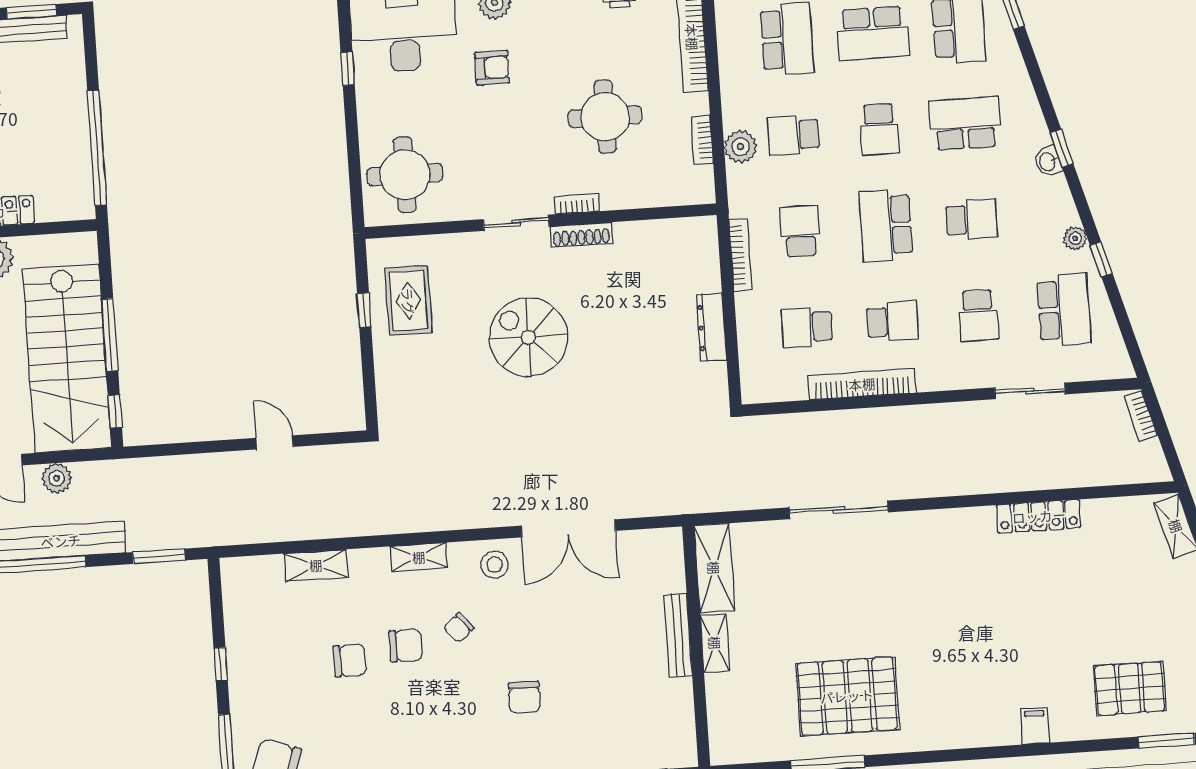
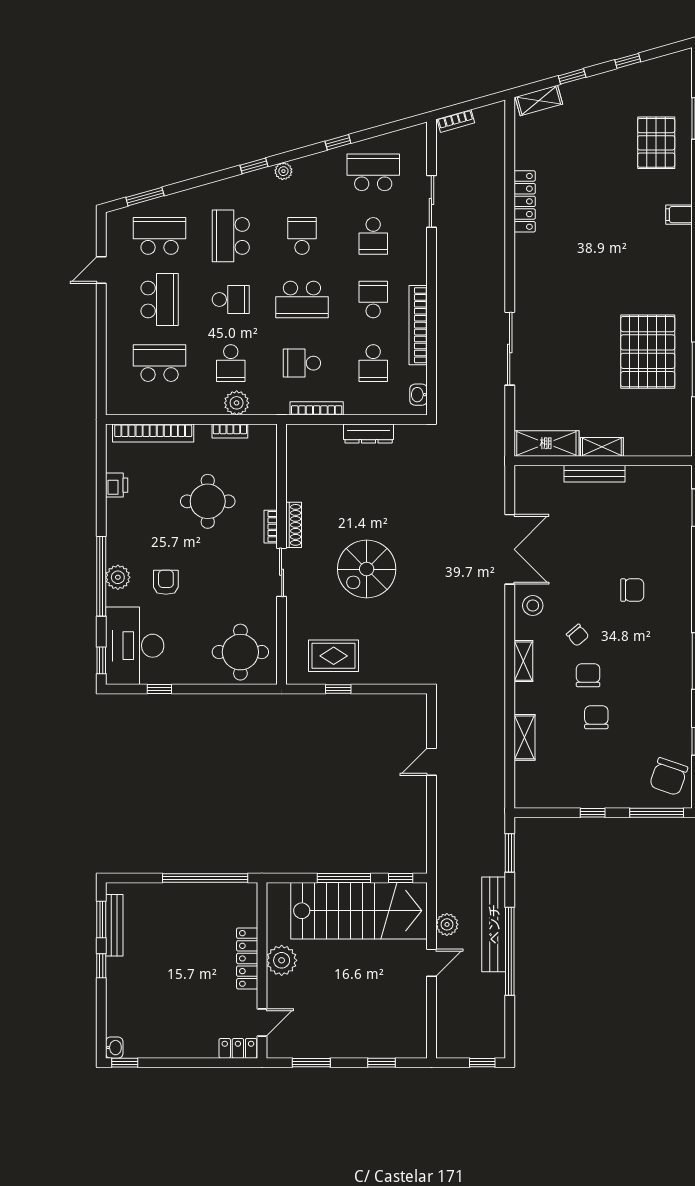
washbasin: (1048, 162) -> (419, 395), moved, turned 106
plant: (1075, 238) -> (283, 171), moved
school desk: (978, 315) -> (373, 236), turned 90

